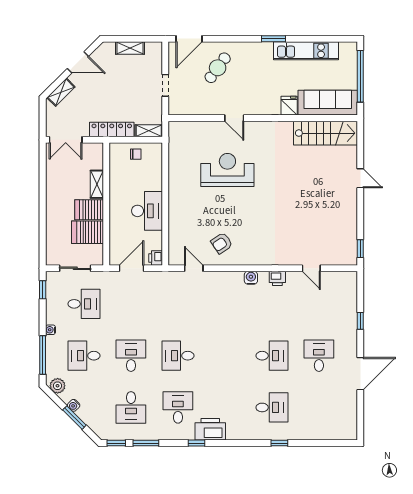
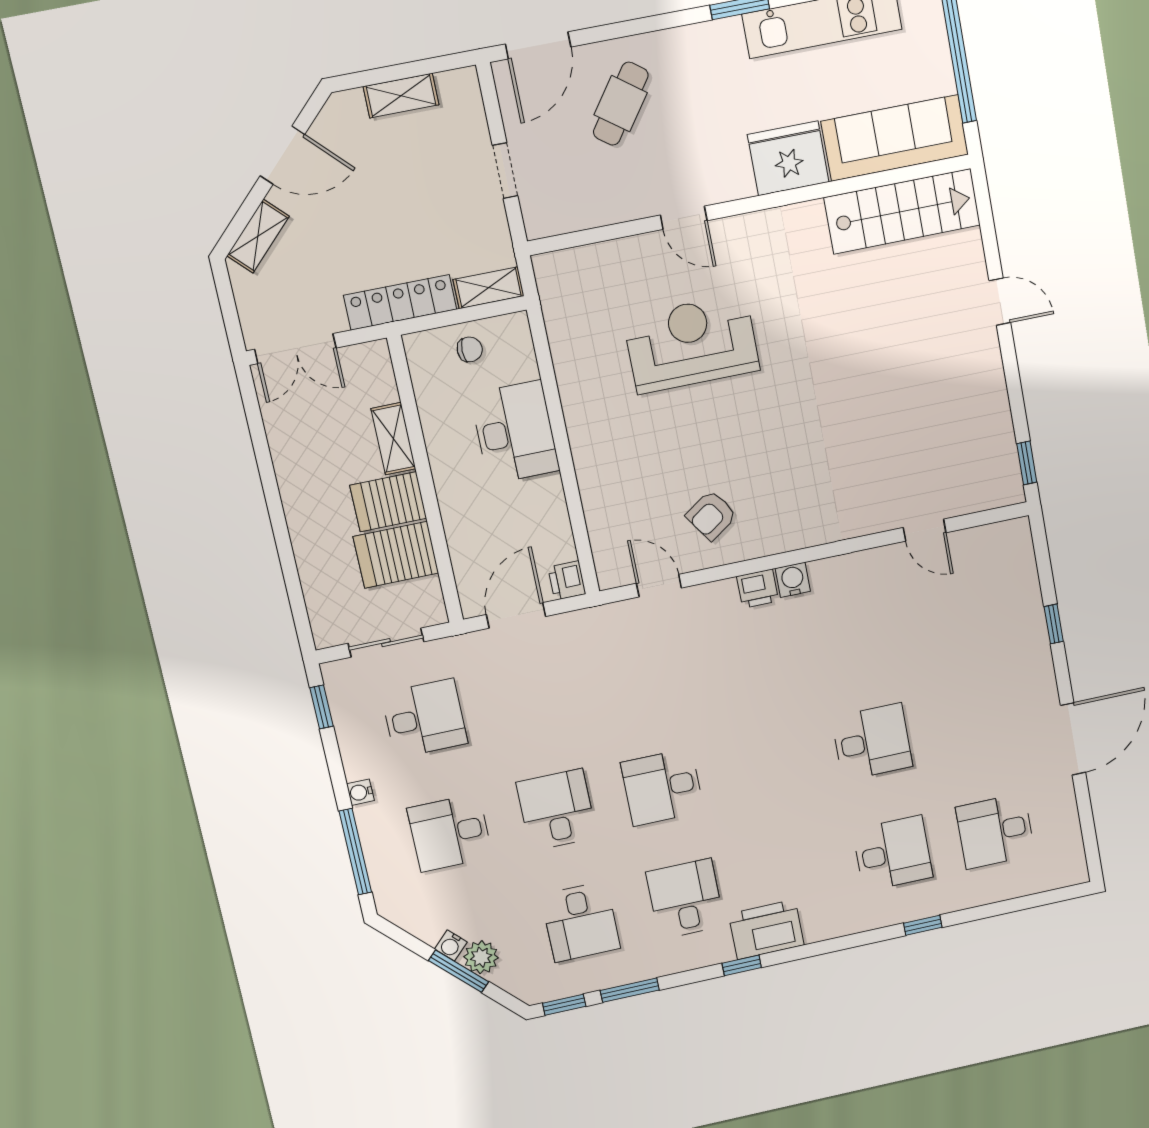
fridge: (289, 106) -> (788, 158), width x1.88, depth x1.34
desk: (147, 211) -> (515, 432), moved
printer: (277, 278) -> (758, 589), moved
desk: (319, 356) -> (995, 831), moved, turned -90
plant: (58, 386) -> (481, 957), moved

